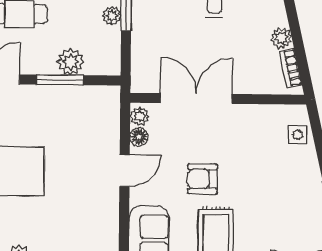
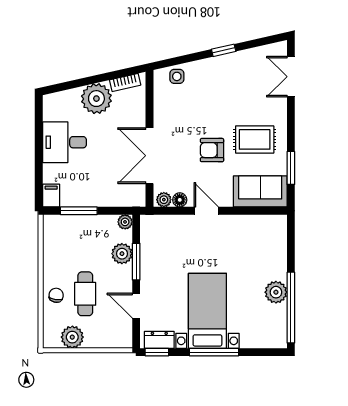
plant: (112, 16) -> (125, 222), moved
plant: (281, 38) -> (96, 99), width x1.88, depth x1.88
armchair: (203, 179) -> (212, 150), turned 90

